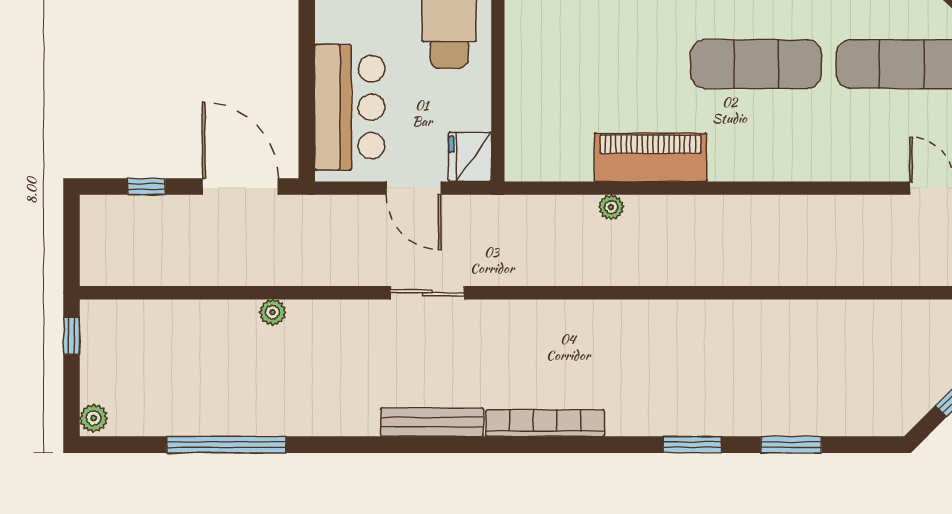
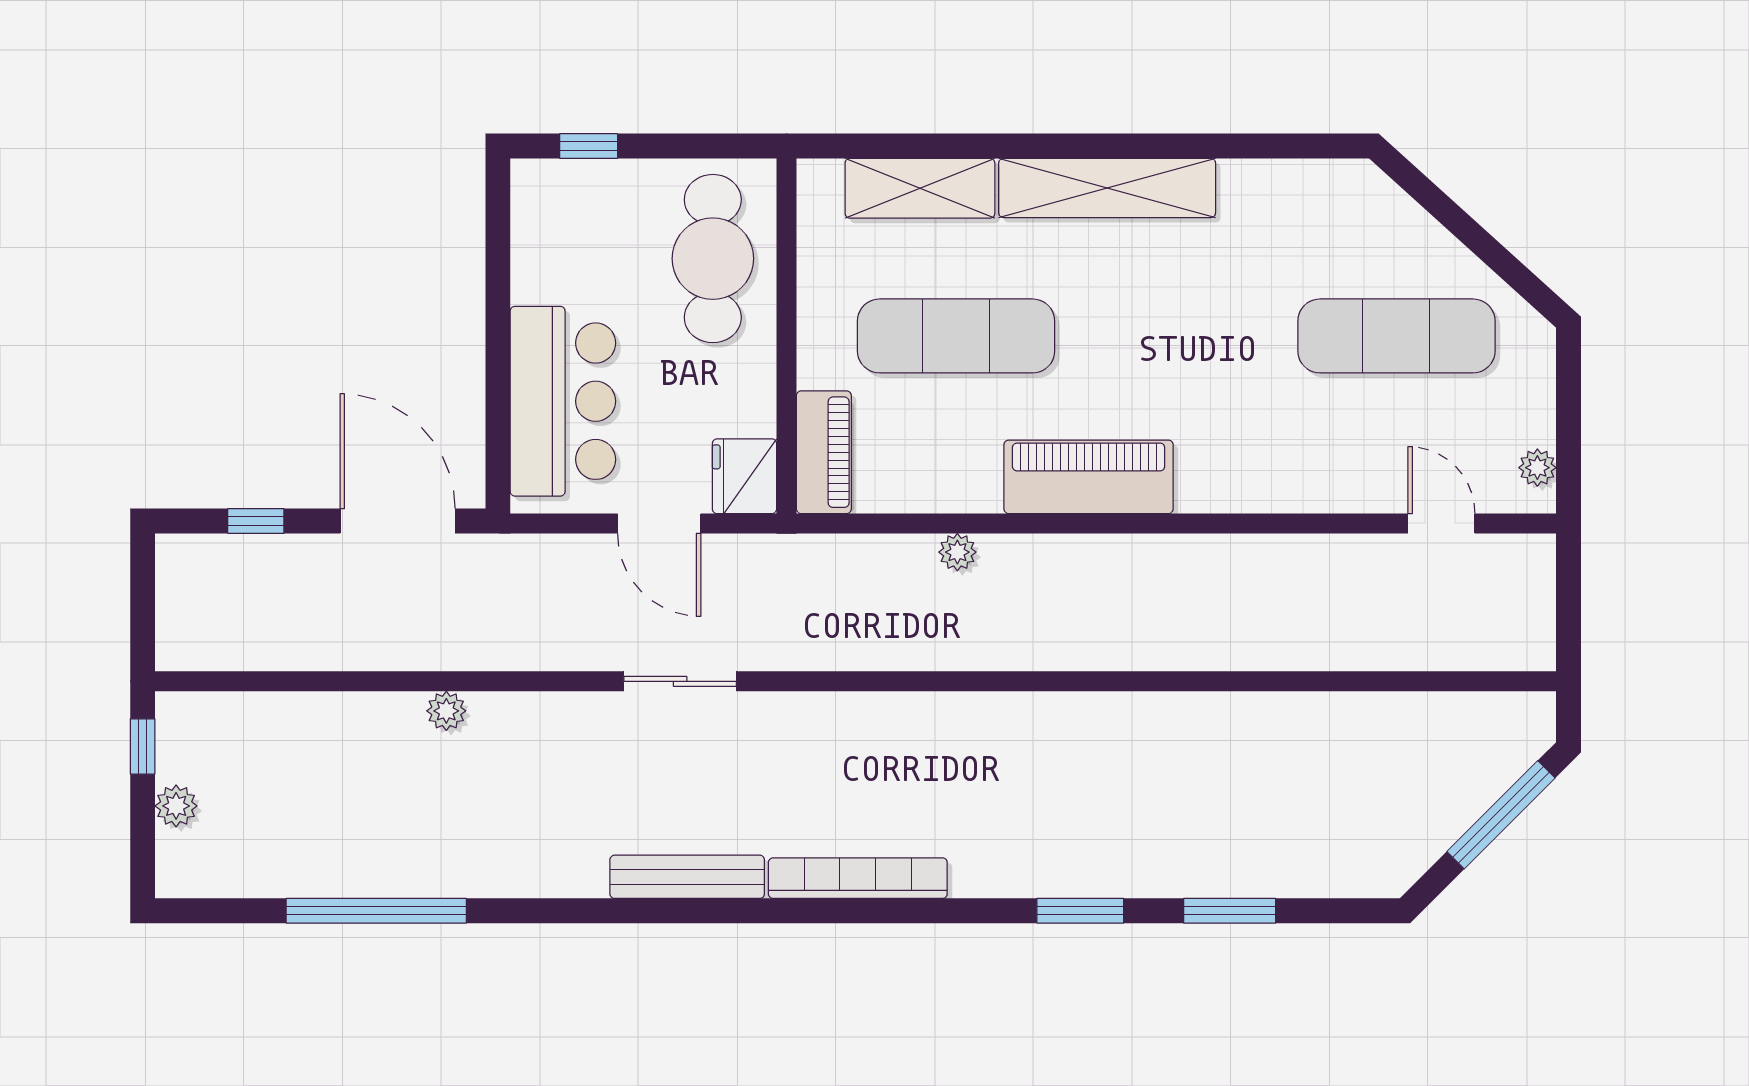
exercise mat: (756, 64) -> (956, 336), moved
piano: (523, 141) -> (824, 452), added
piano: (651, 157) -> (1089, 477), moved
plant: (94, 418) -> (176, 806), moved

